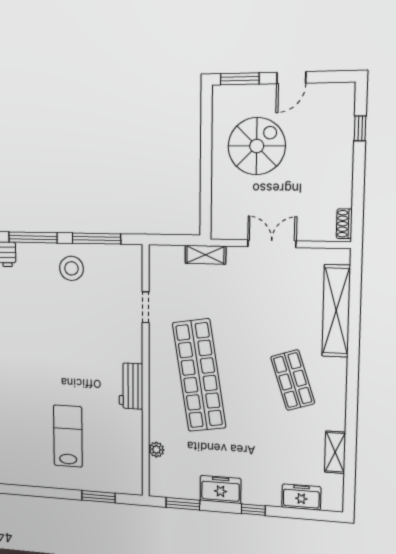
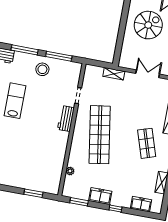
workbench: (131, 386) -> (66, 119), moved
lab bench: (68, 436) -> (15, 101), moved

